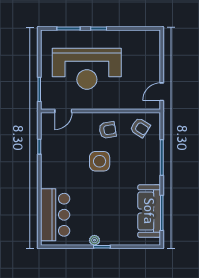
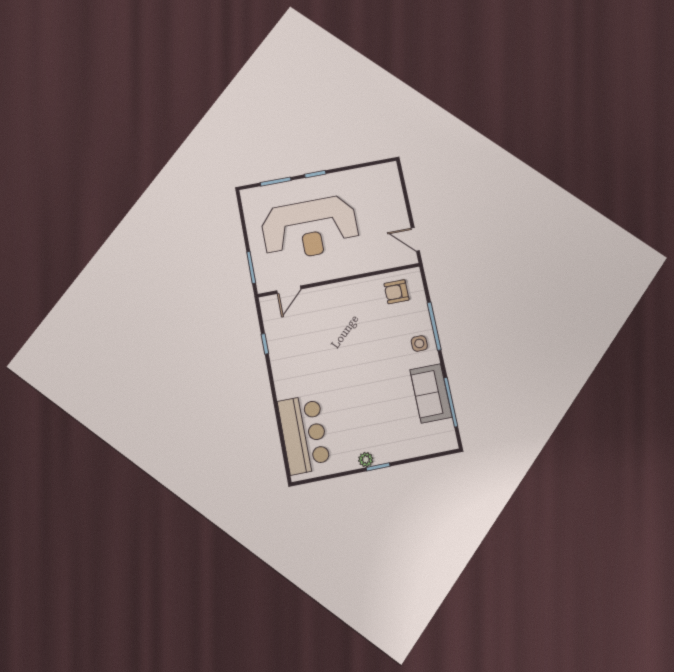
door: (162, 92) -> (415, 239), hinge flipped
armchair: (140, 128) -> (396, 292), turned 147
armchair: (108, 130) -> (353, 303), removed
side table: (100, 161) -> (419, 343), moved, width x0.54, depth x0.54
sofa: (149, 211) -> (431, 393), width x0.73

